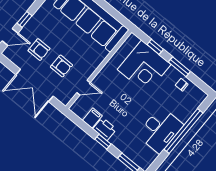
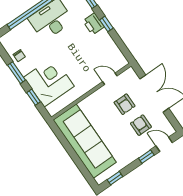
armchair: (61, 66) -> (125, 104), turned 180
filing cabinet: (92, 118) -> (110, 48), removed
printer: (105, 129) -> (94, 24), moved

